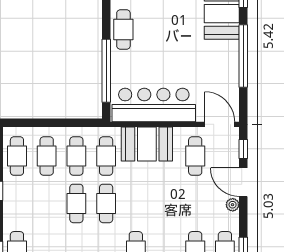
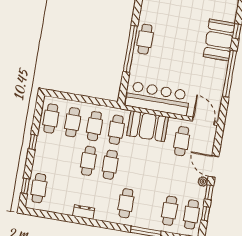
window: (106, 71) -> (130, 49), moved
window: (243, 149) -> (209, 192), moved

